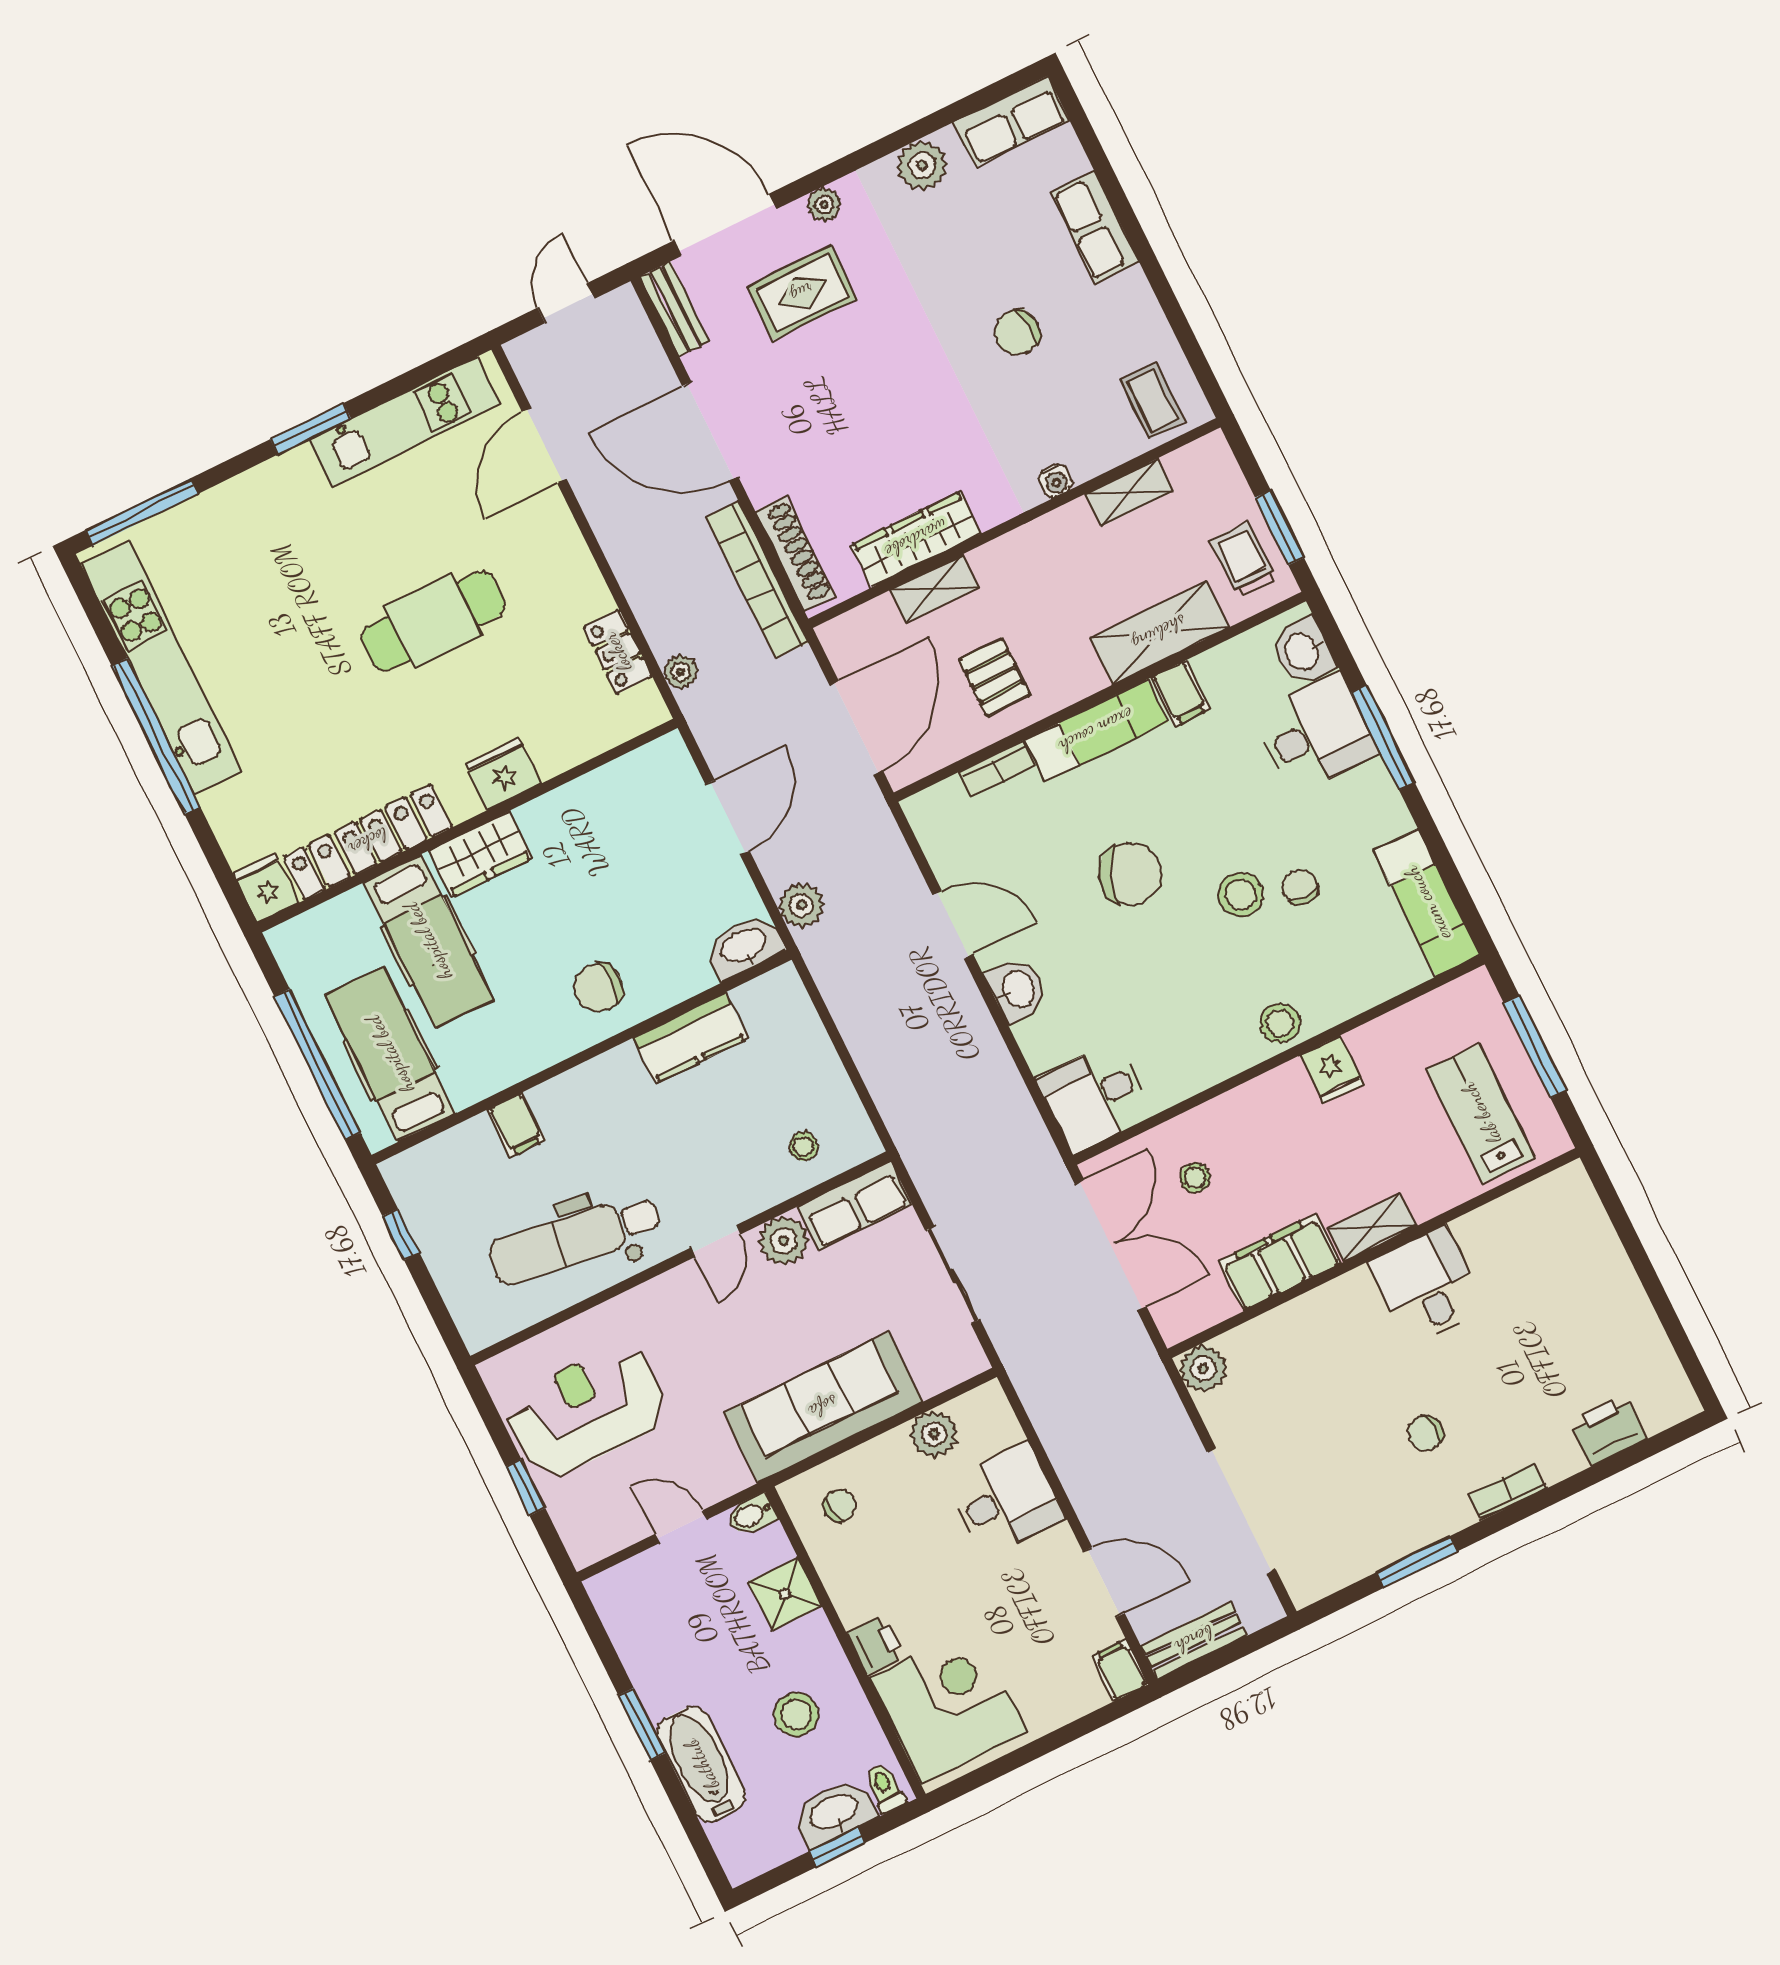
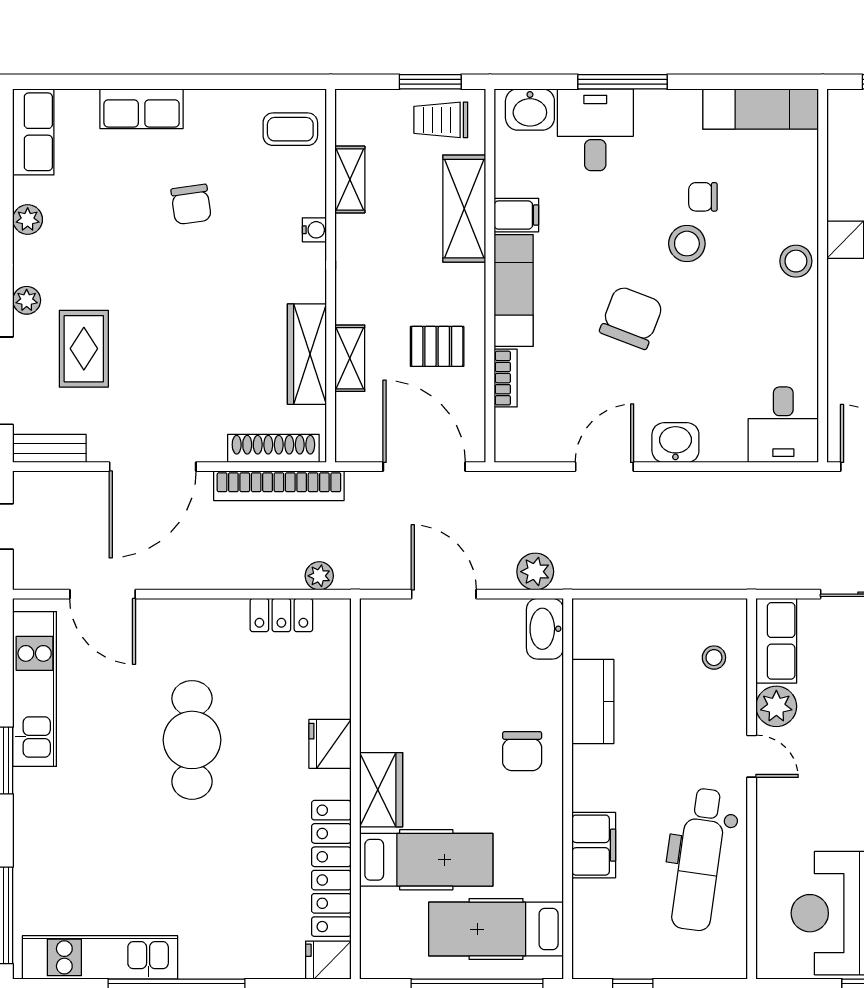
plant: (922, 165) -> (28, 219), width x0.73, depth x0.73
kitchen unit: (162, 668) -> (100, 957), width x0.73
filing cabinet: (516, 1125) -> (594, 845), width x2.00

